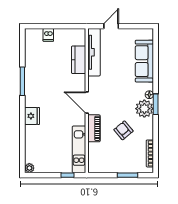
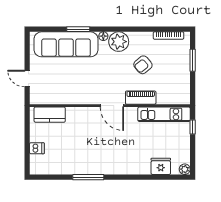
tv unit: (94, 52) -> (56, 98), removed
kitchen counter: (79, 60) -> (50, 115), moved
sofa: (144, 61) -> (66, 44), width x1.36, depth x1.27
door: (87, 102) -> (112, 106), hinge flipped
window: (156, 104) -> (78, 29), moved
fridge: (32, 116) -> (161, 166), moved

